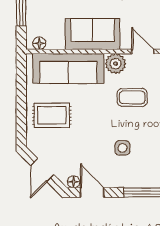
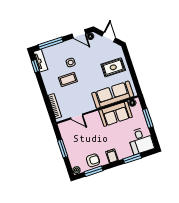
sofa: (92, 34) -> (116, 114), moved
plant: (116, 64) -> (89, 105), removed
coffee table: (132, 97) -> (68, 79), moved

